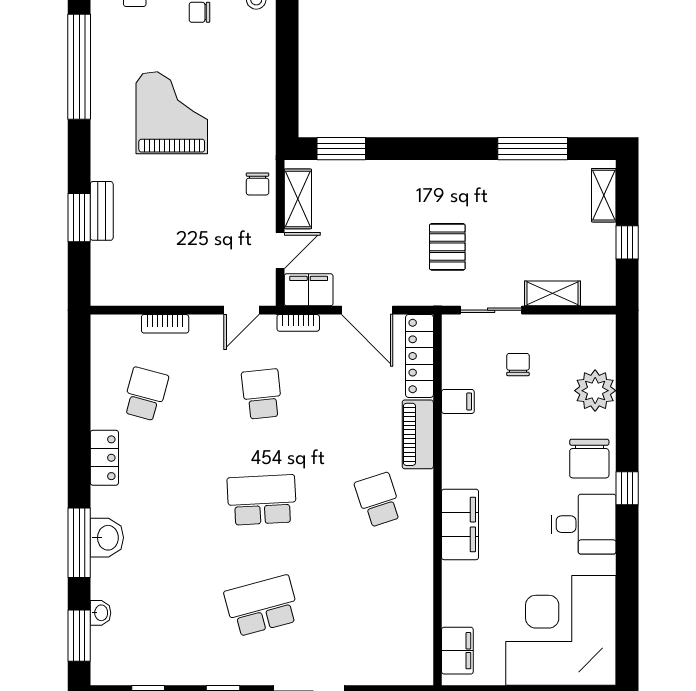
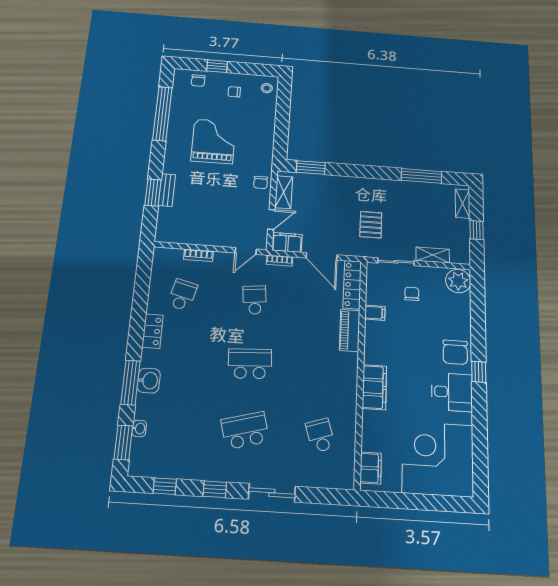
plant: (595, 391) -> (458, 281), moved
school desk: (378, 500) -> (320, 435), moved

